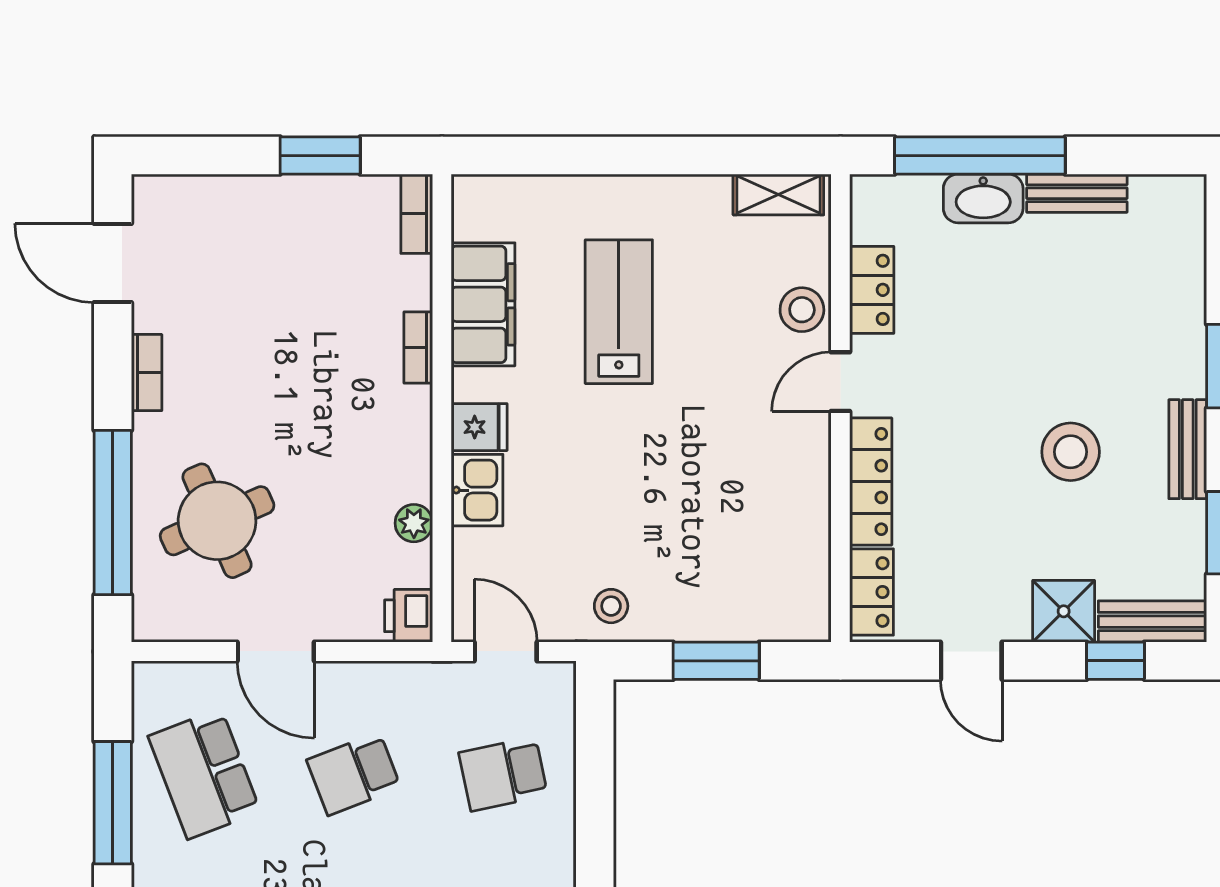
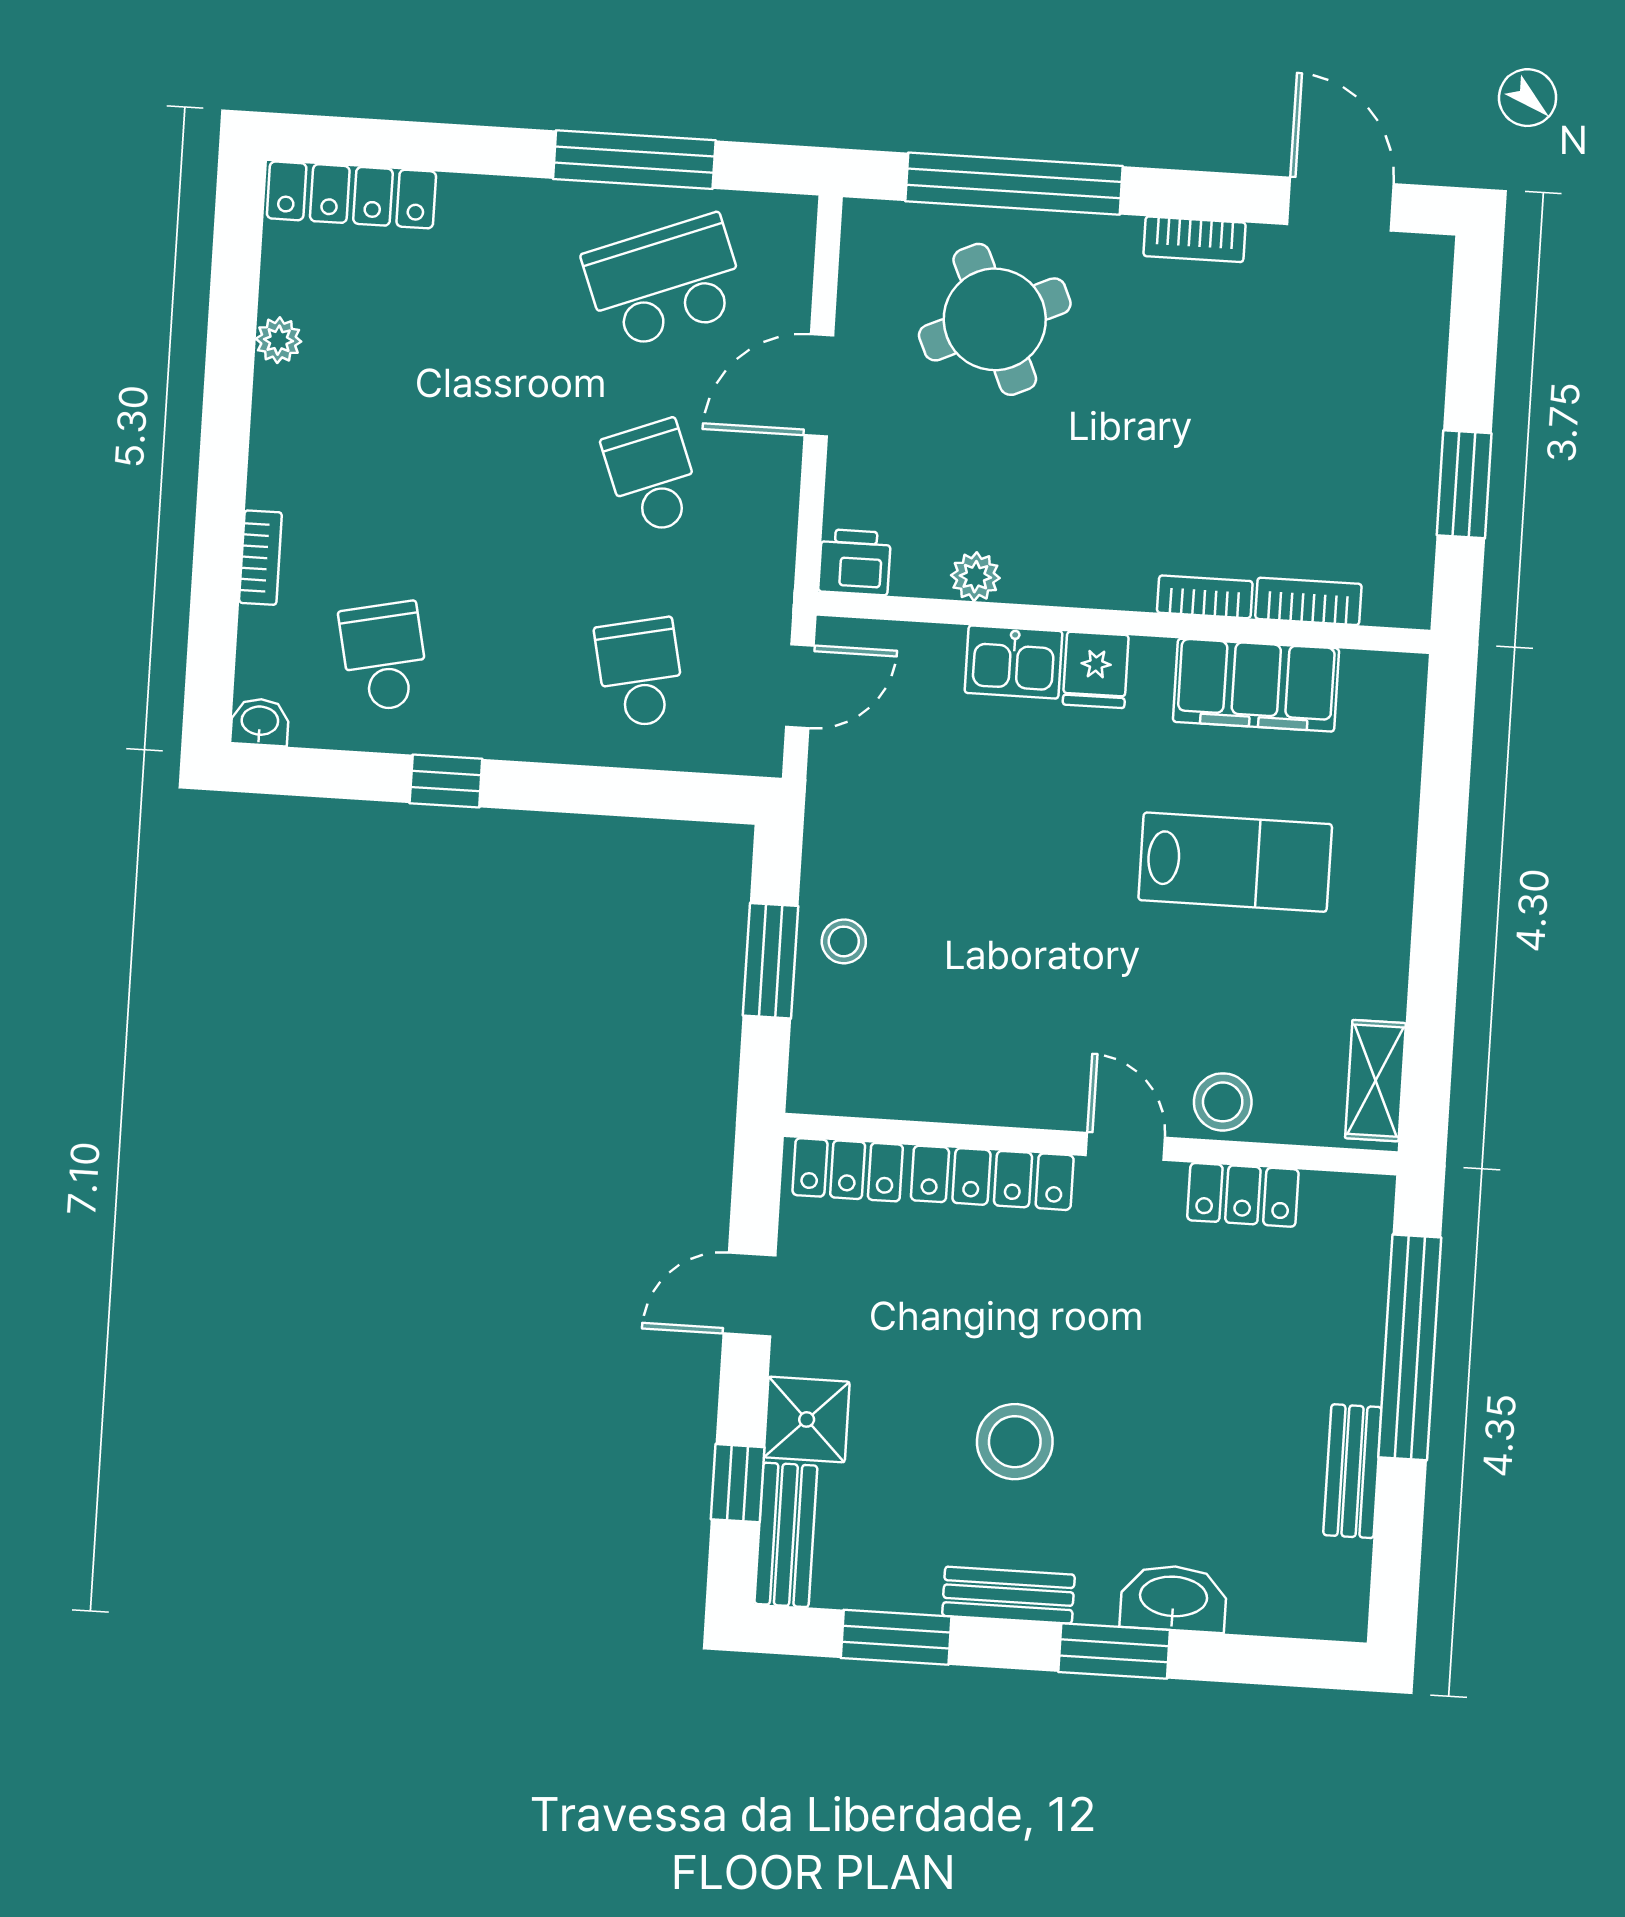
washbasin: (983, 198) -> (1173, 1598), moved, turned 90
bookcase: (417, 214) -> (1308, 601), moved
door: (113, 263) -> (1341, 204), hinge flipped
stool: (611, 606) -> (844, 941), moved

